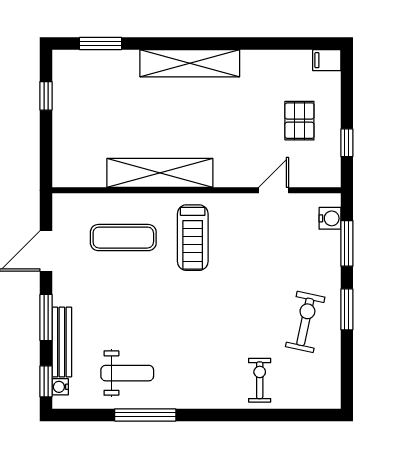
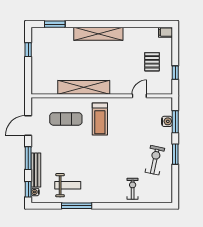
water cooler: (330, 218) -> (167, 121), moved

